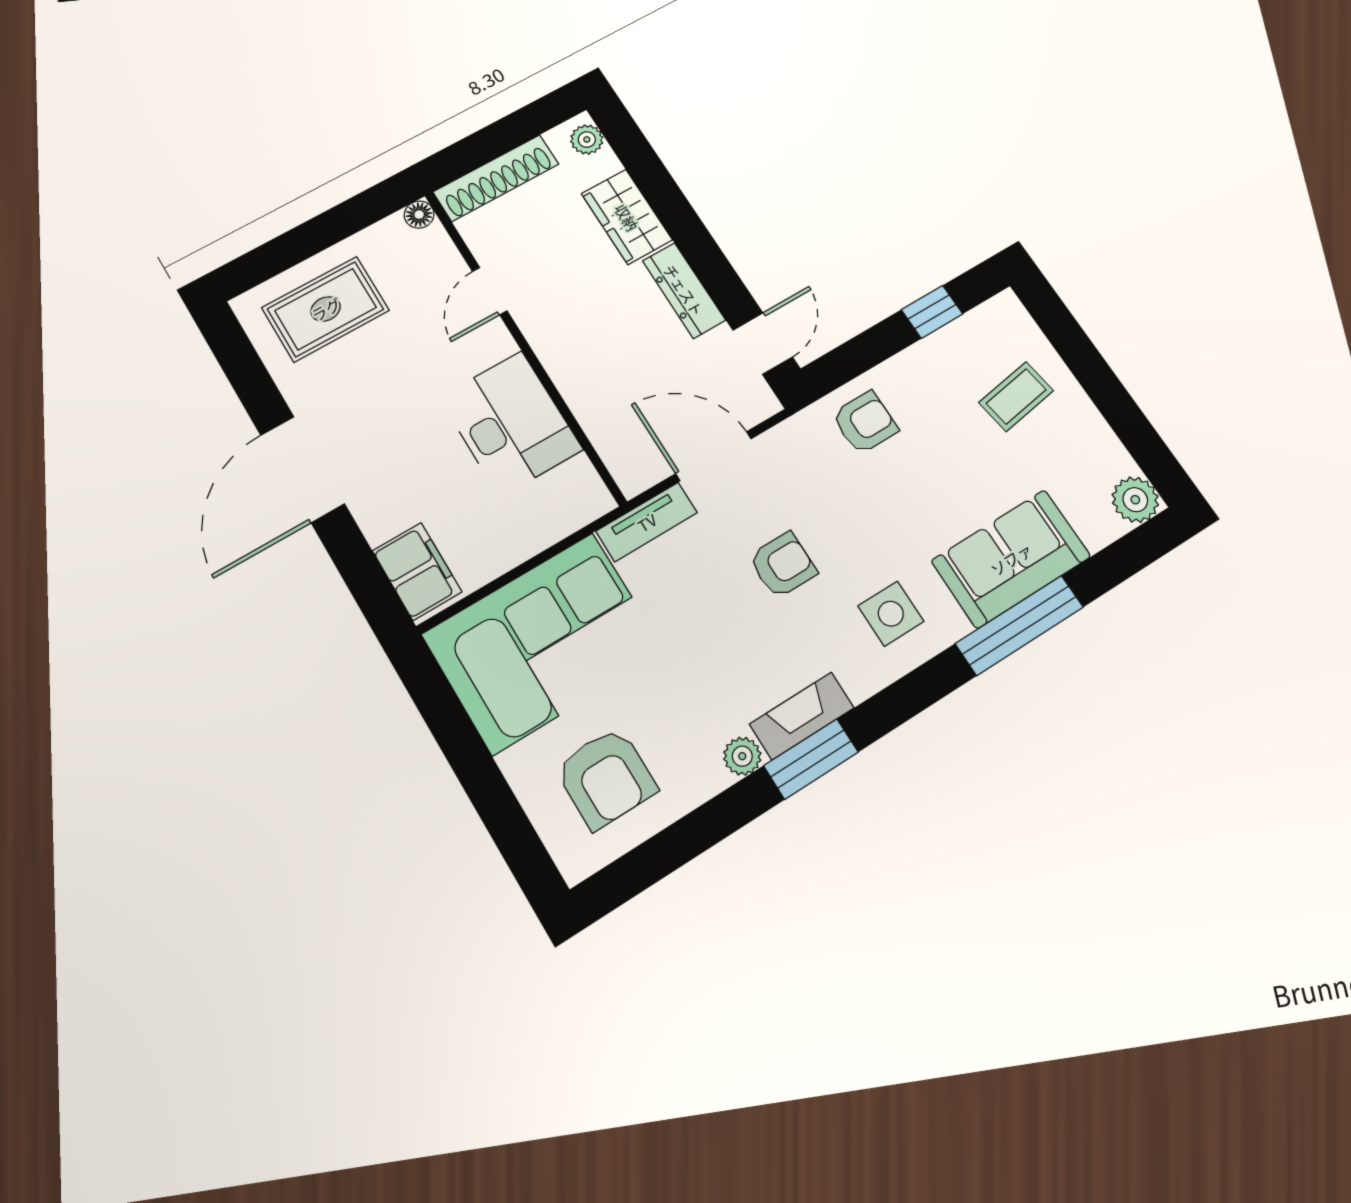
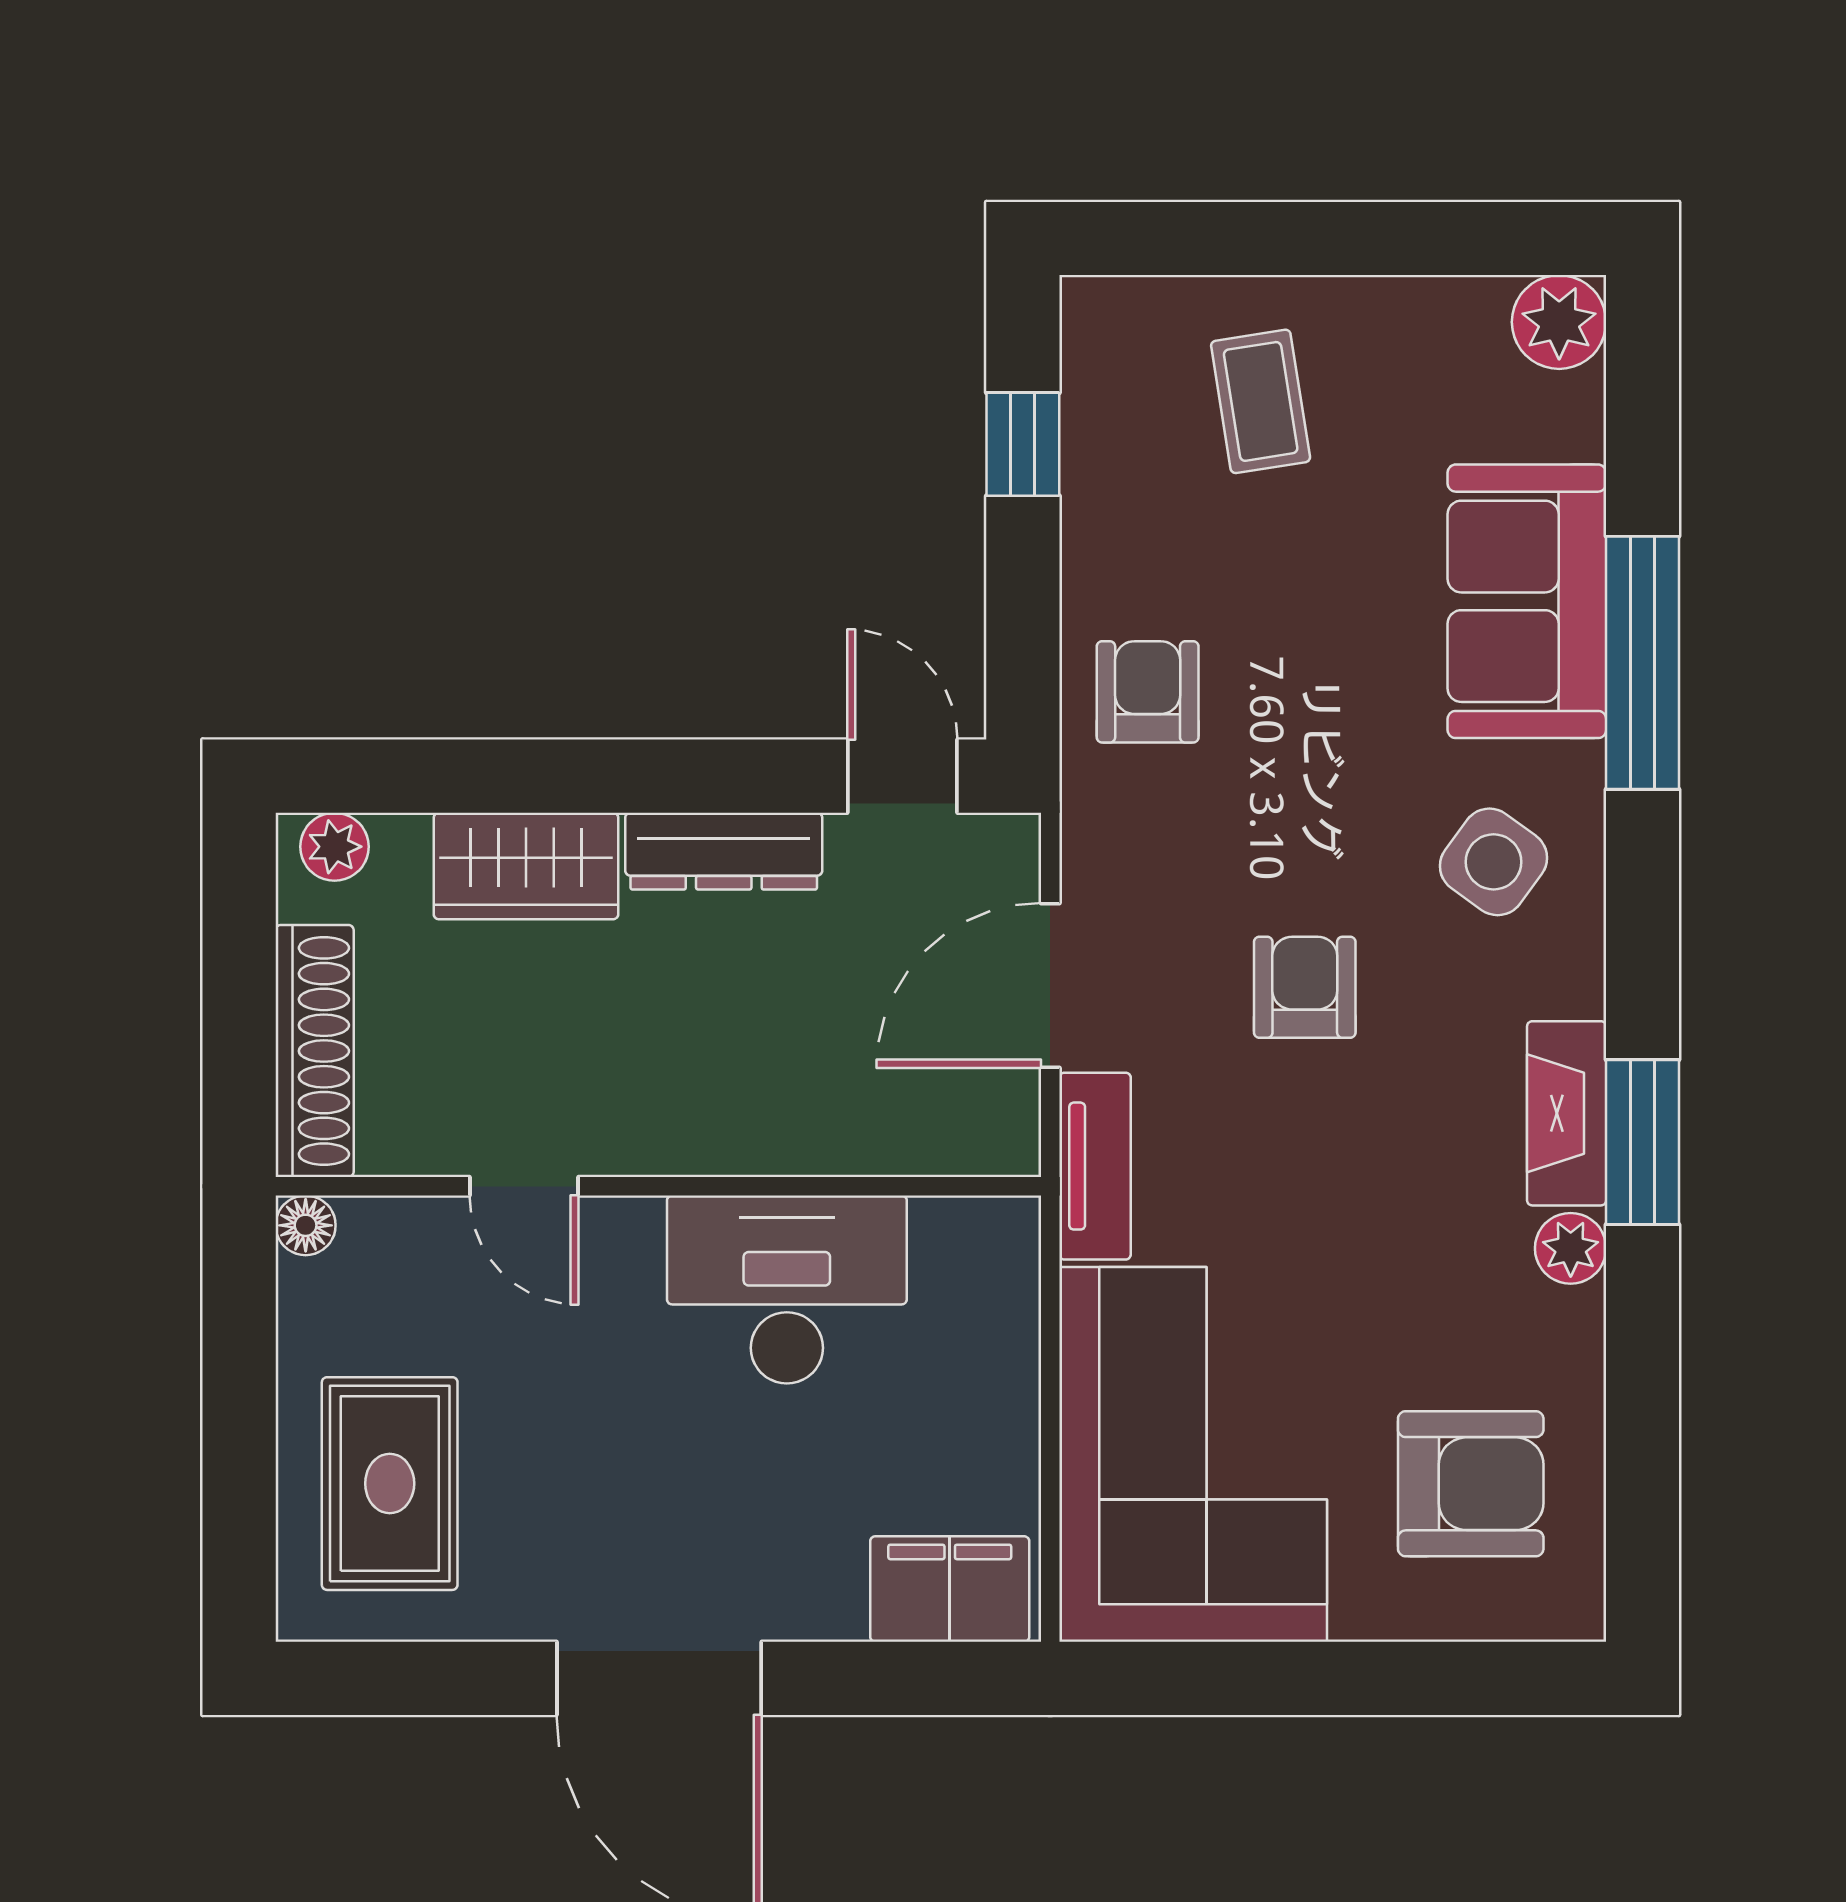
side table: (891, 614) -> (1494, 862), turned 36

